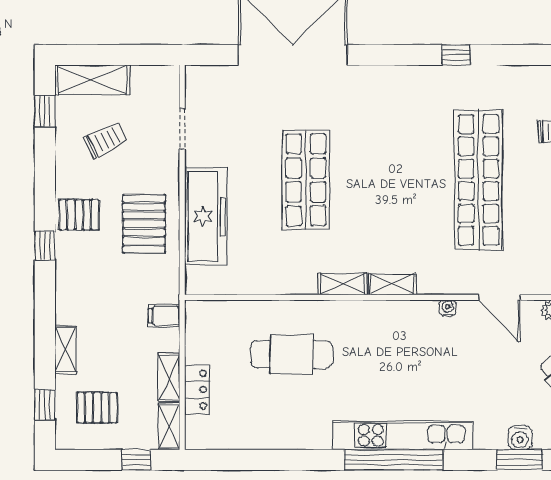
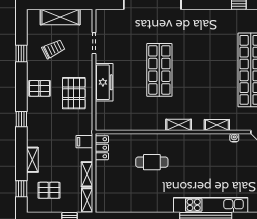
shelving: (92, 80) -> (60, 17), moved
window: (45, 111) -> (21, 53), moved
freezer: (206, 216) -> (104, 82), width x0.73, depth x0.79
window: (45, 246) -> (21, 119), moved
shelving: (392, 284) -> (217, 125), moved
cafe table: (292, 354) -> (152, 162), width x0.73, depth x0.74
locker: (197, 390) -> (102, 148), moved

